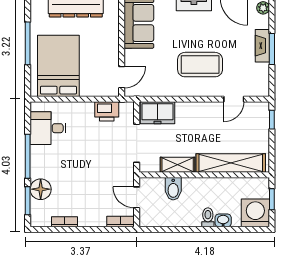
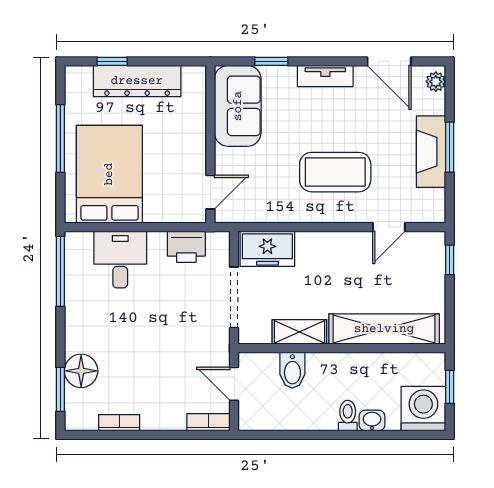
fireplace: (262, 46) -> (431, 152), width x1.37, depth x1.32
desk: (48, 128) -> (120, 260), moved, turned 90
window: (28, 156) -> (60, 271), moved

